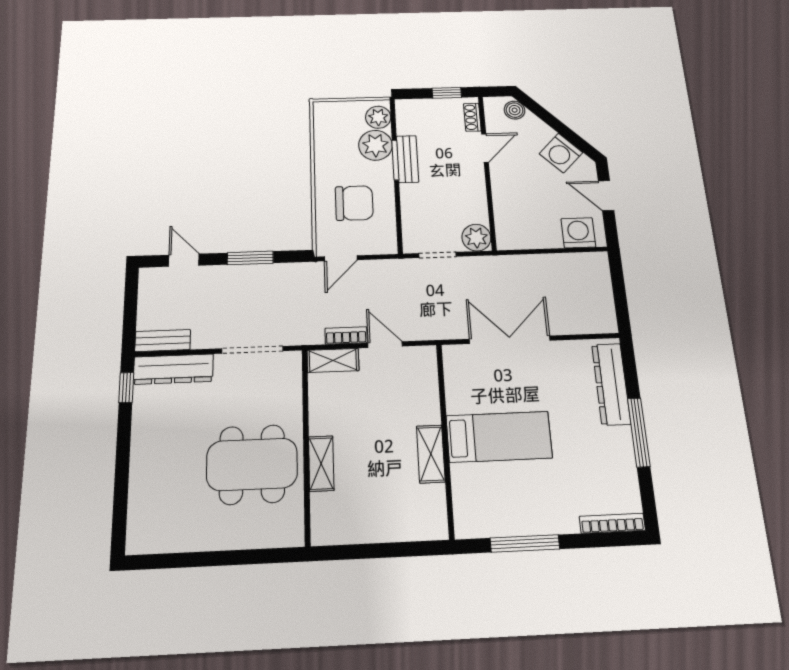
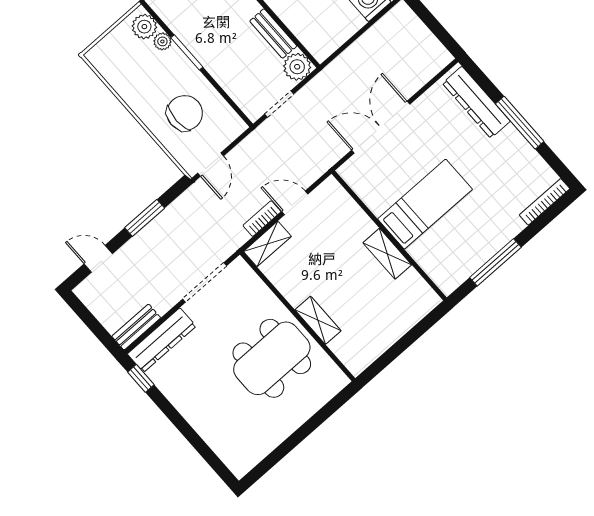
plant: (376, 145) -> (162, 41), width x0.53, depth x0.53
bench: (407, 159) -> (273, 34), moved

